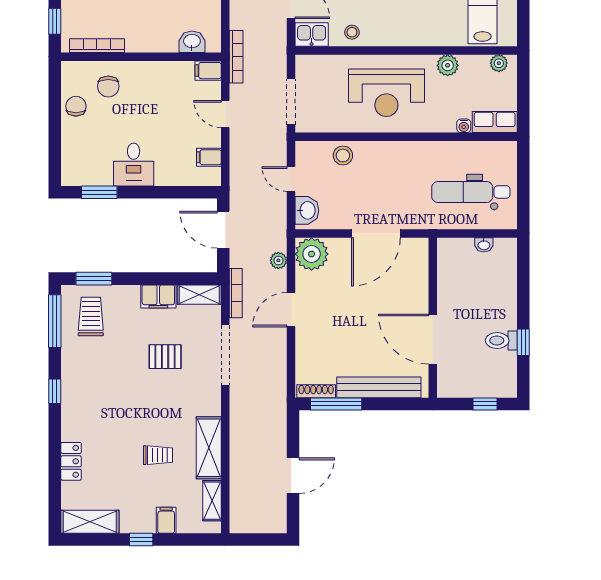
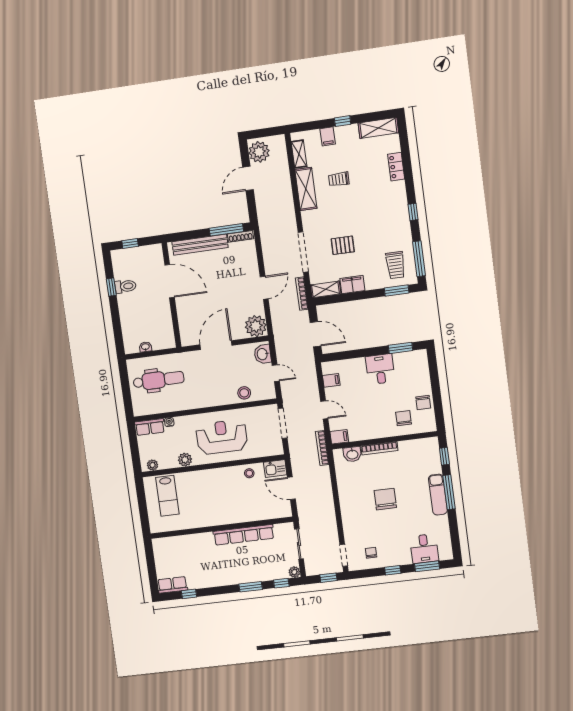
bookcase: (97, 46) -> (379, 448), moved
plant: (278, 260) -> (259, 152), moved, width x1.88, depth x1.88

